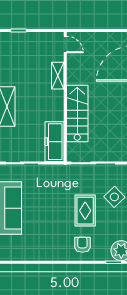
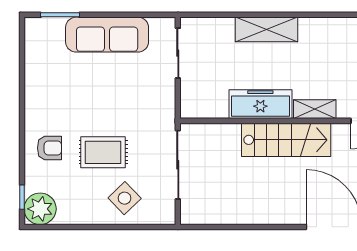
stairs: (77, 114) -> (286, 140), moved
freezer: (55, 142) -> (260, 104), moved

